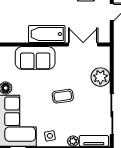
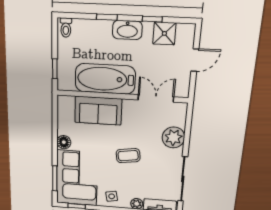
bathtub: (47, 34) -> (105, 79), width x1.36, depth x1.36

